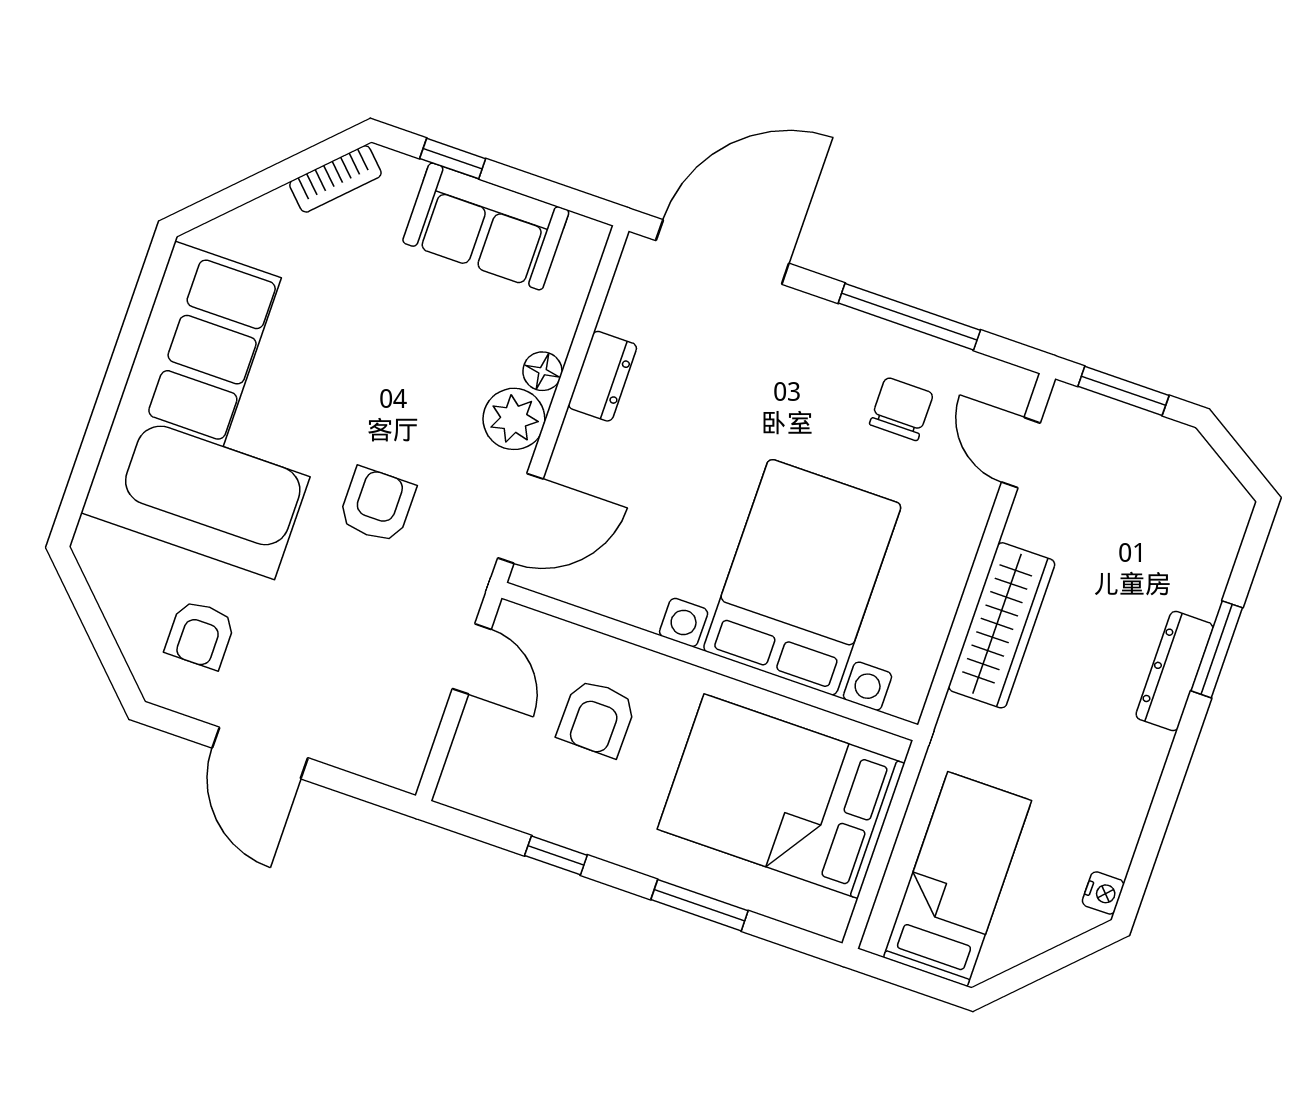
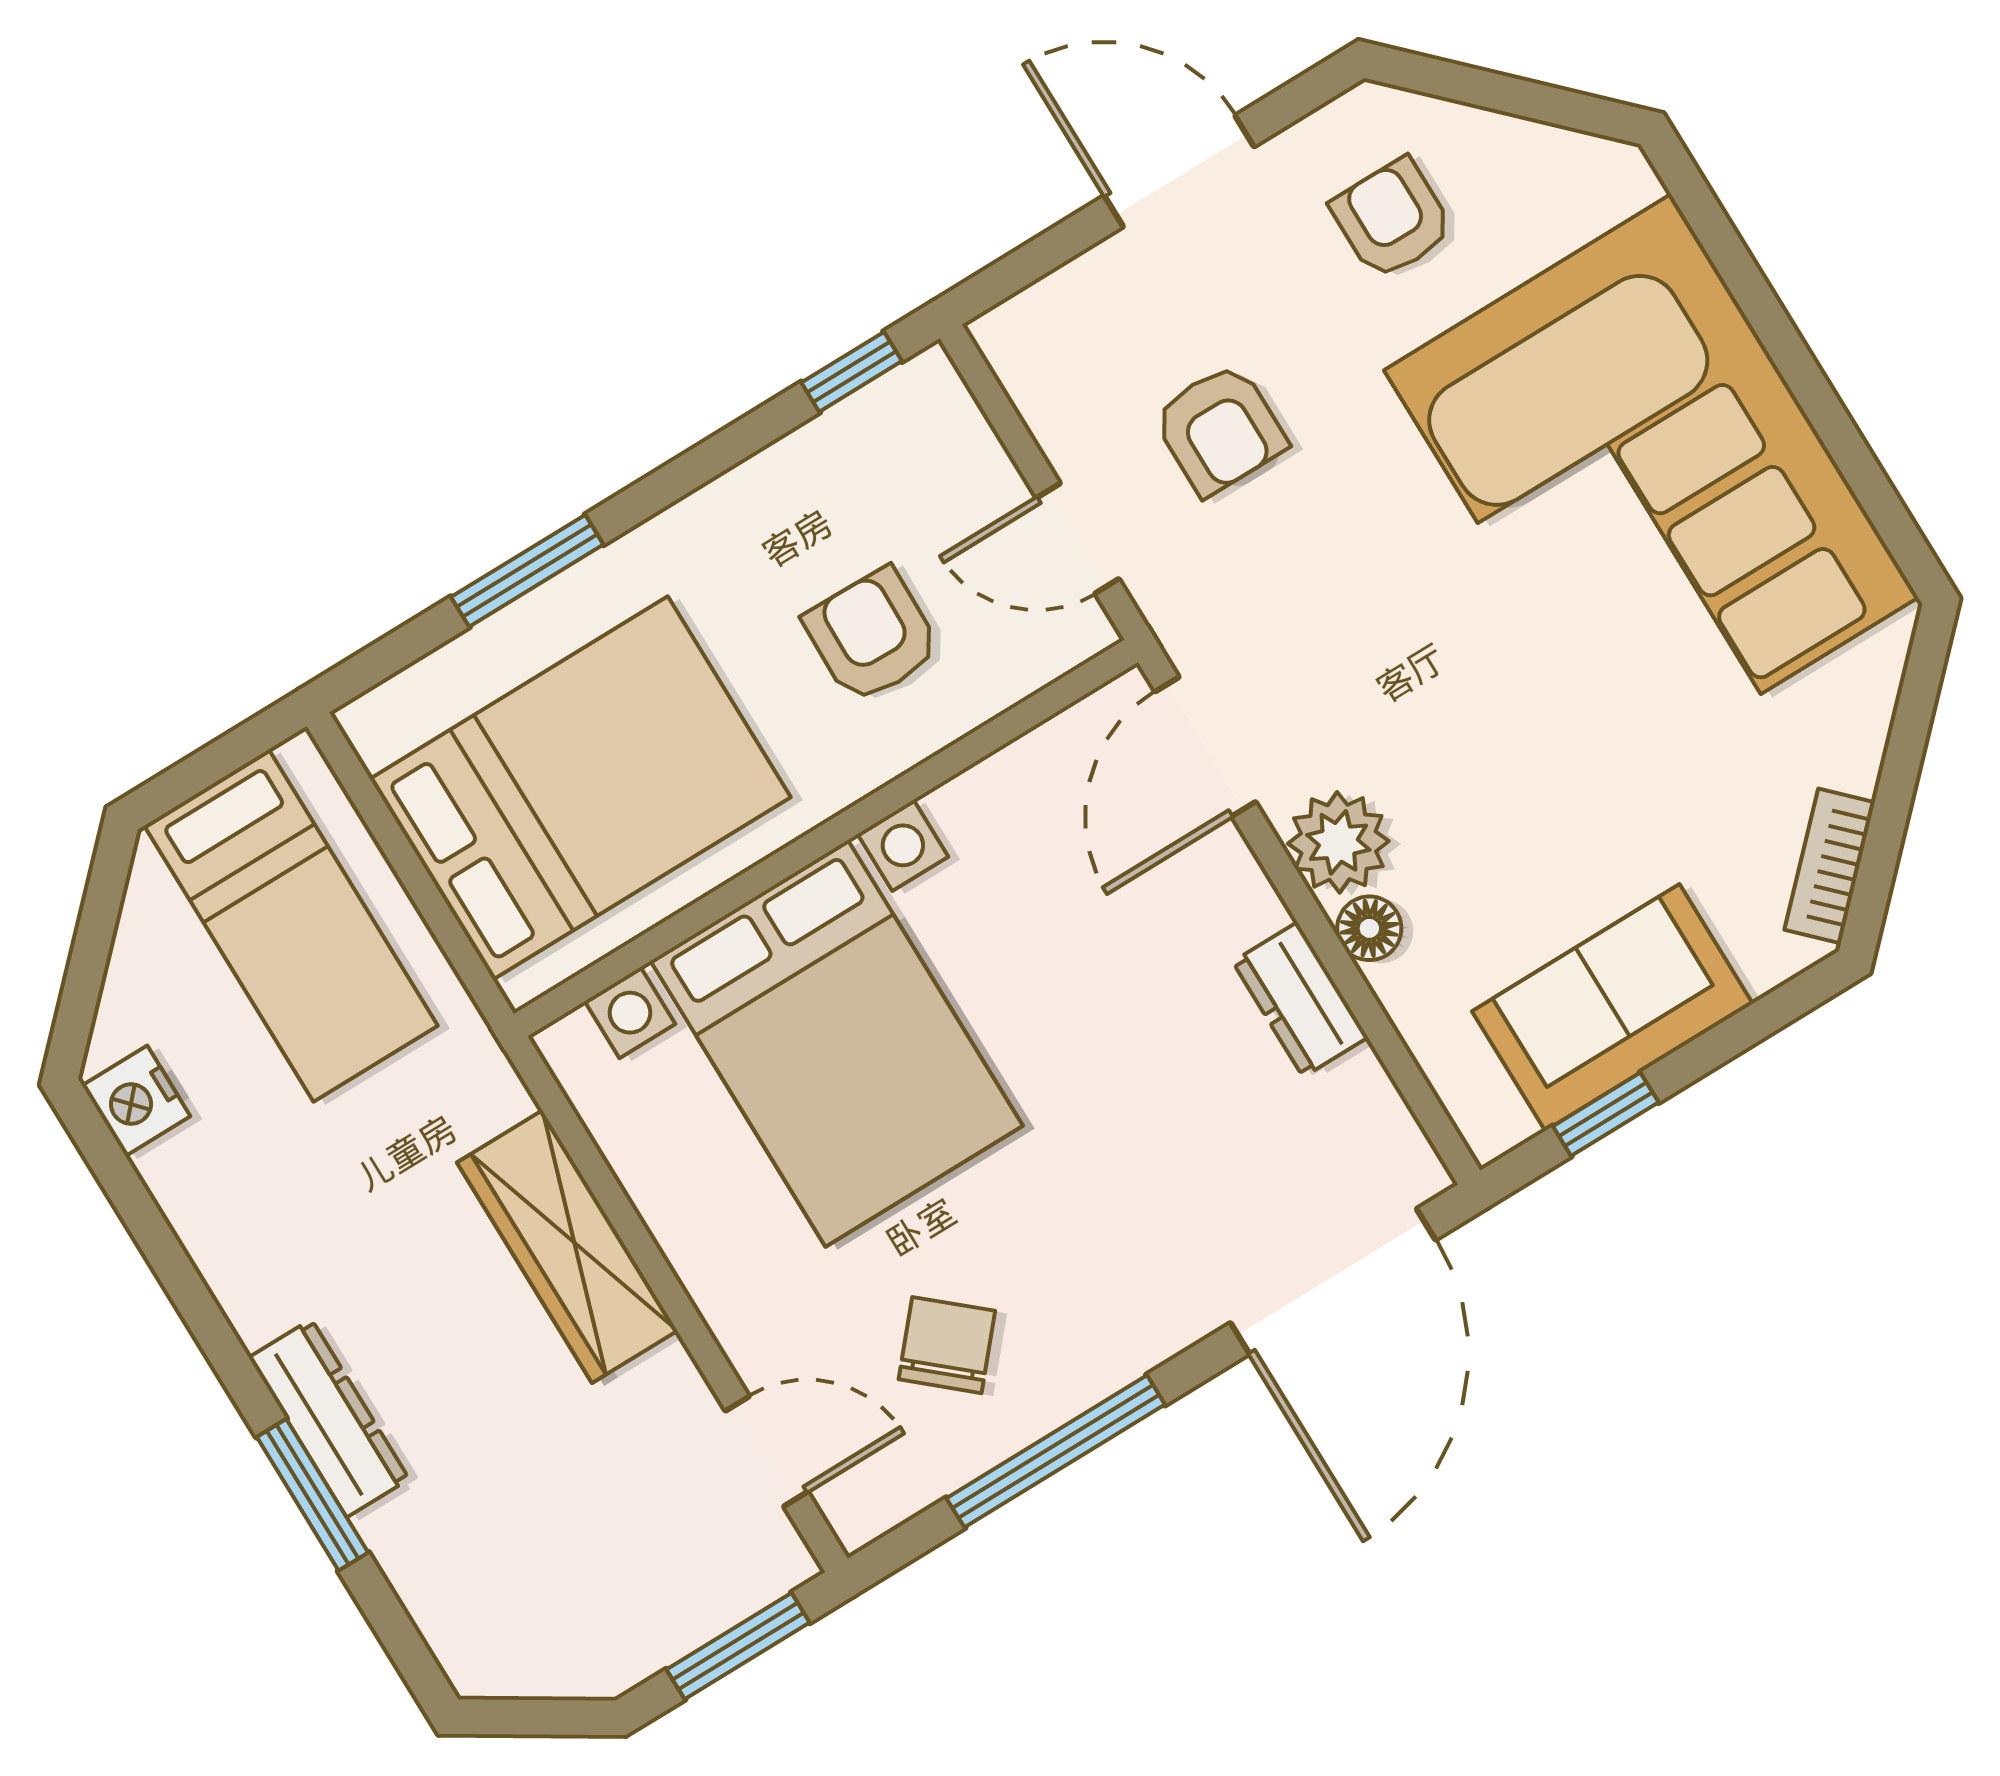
window: (453, 159) -> (1606, 1114), moved
chair: (901, 409) -> (947, 1345), turned -139
armchair: (377, 505) -> (1220, 429), moved
window: (556, 855) -> (852, 372), moved
nightstand: (1103, 893) -> (136, 1101), width x1.39, depth x1.35

